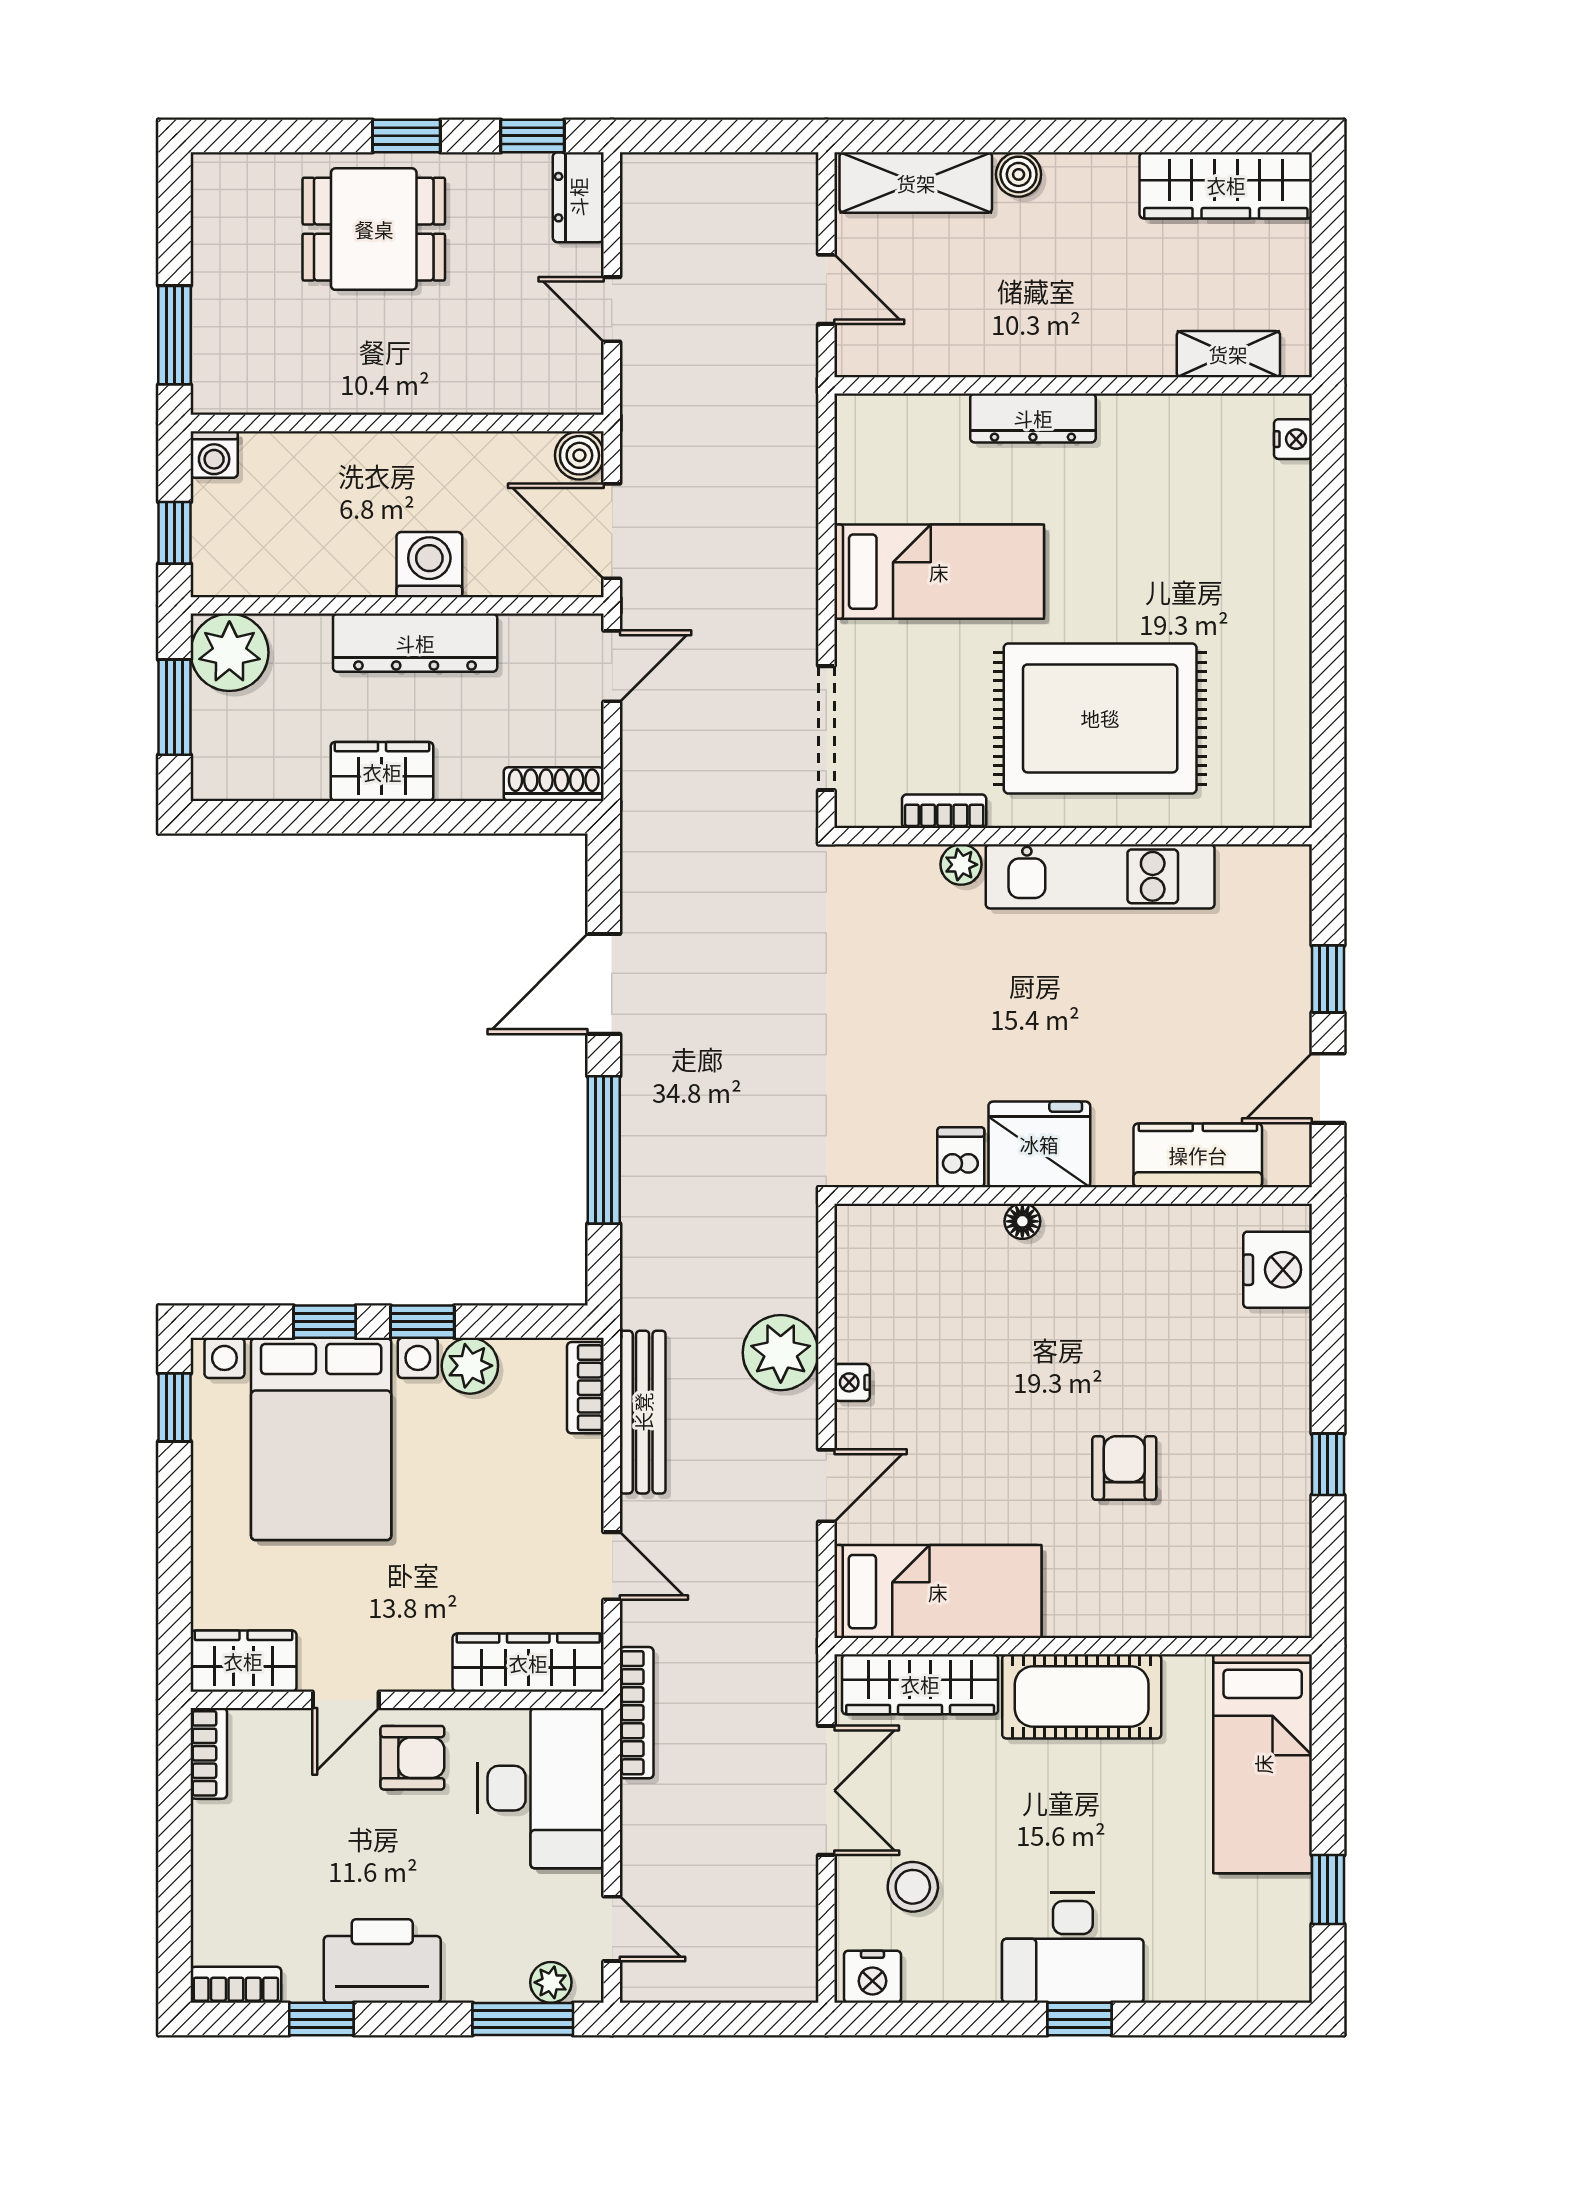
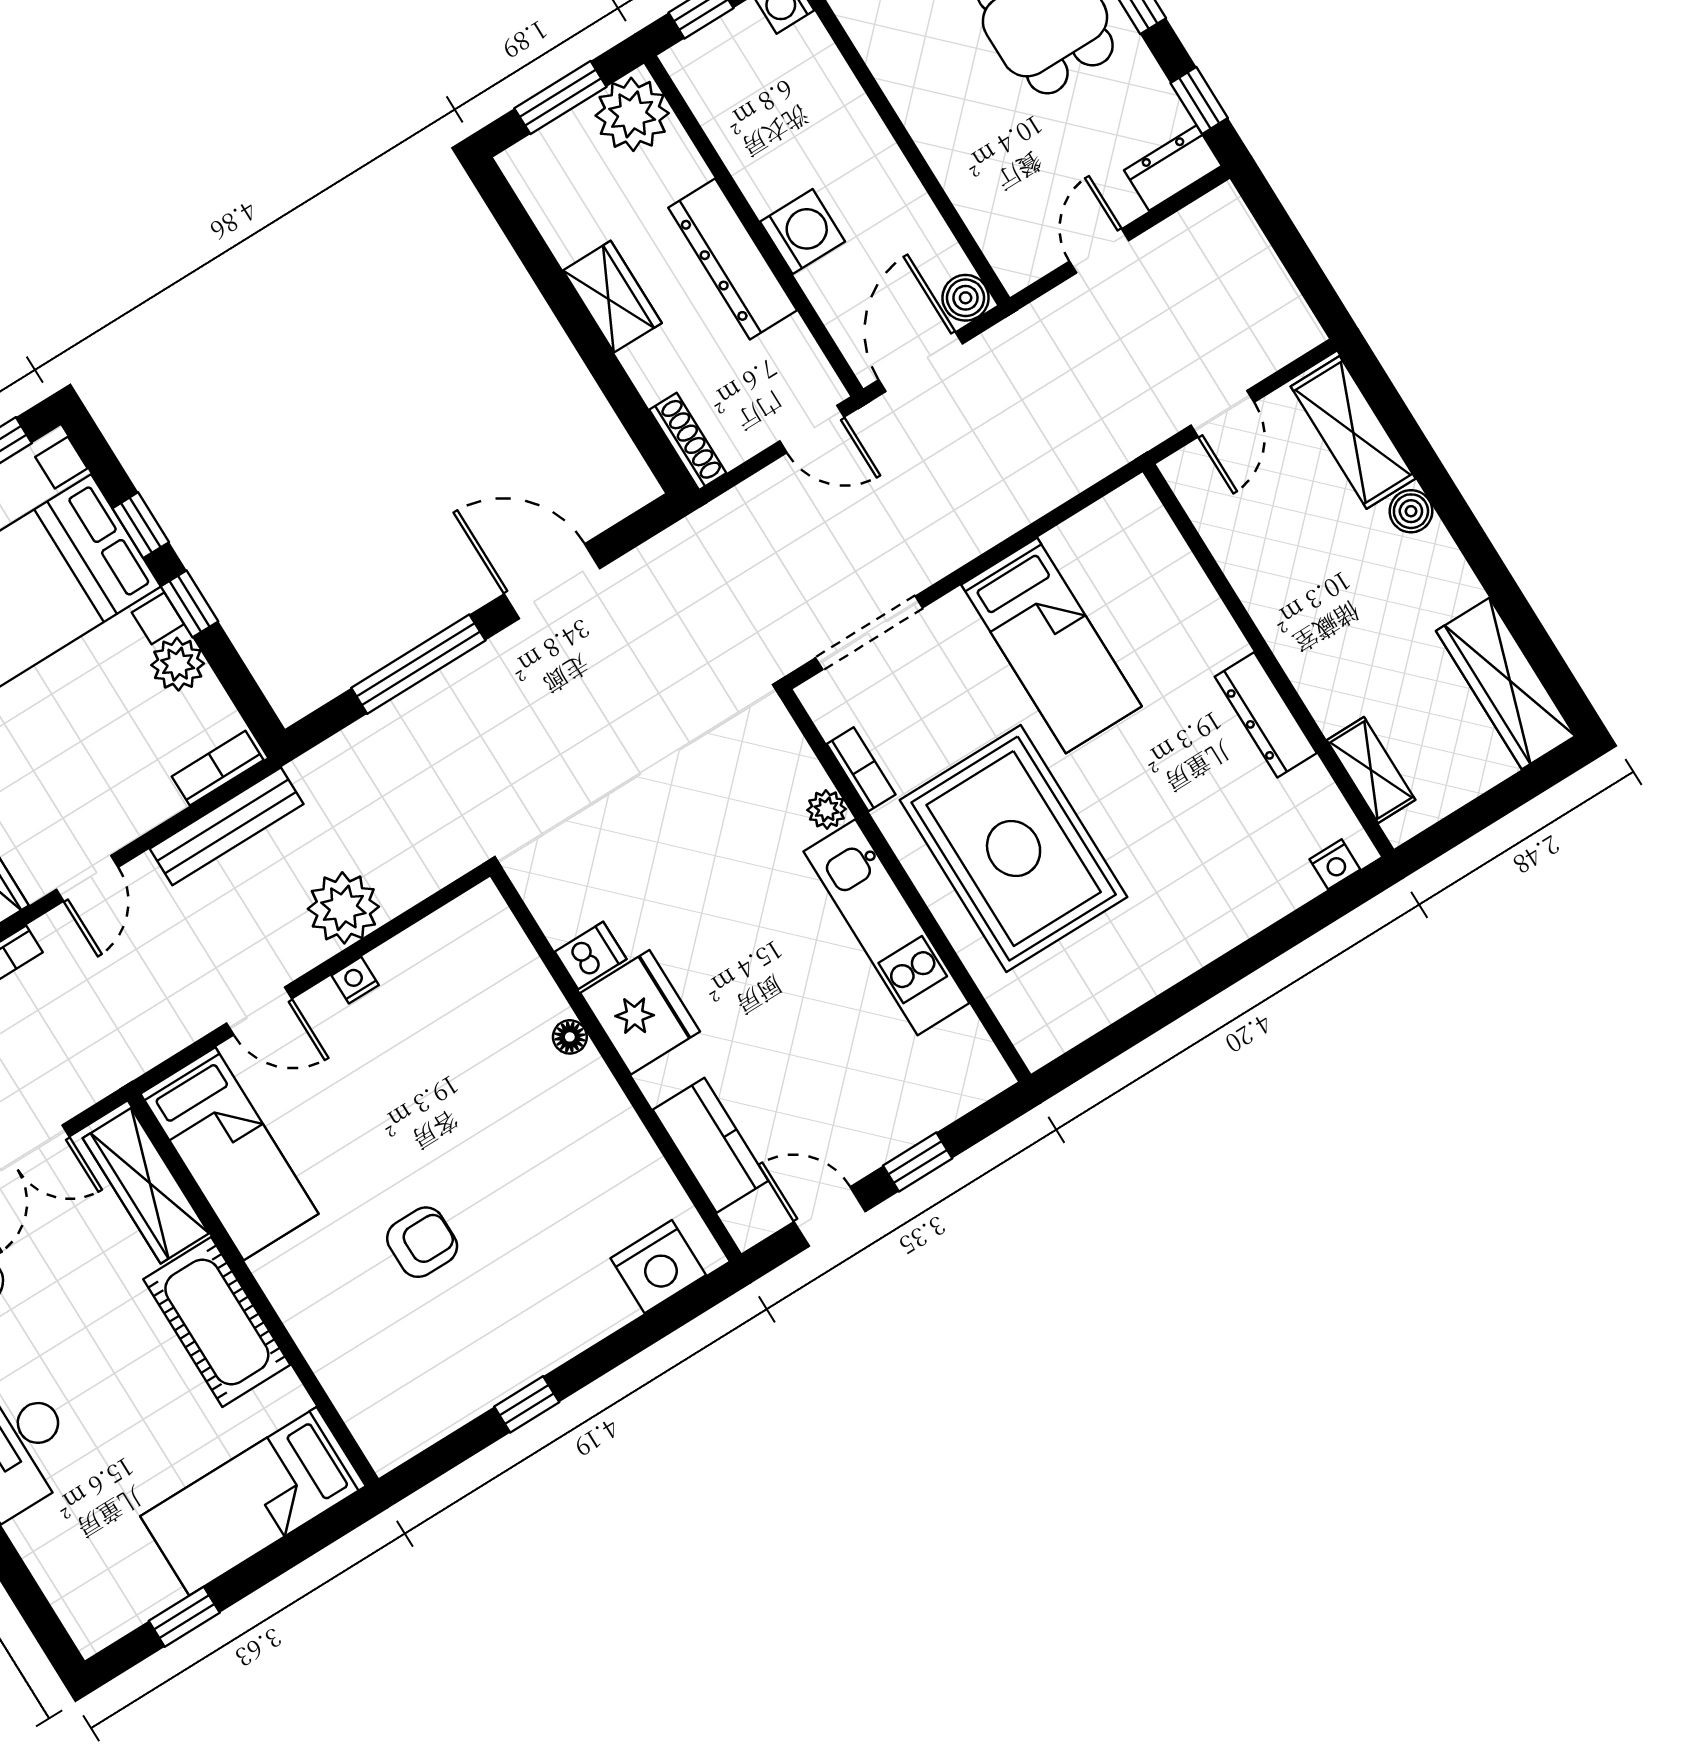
dresser: (1033, 418) -> (1266, 715), moved

